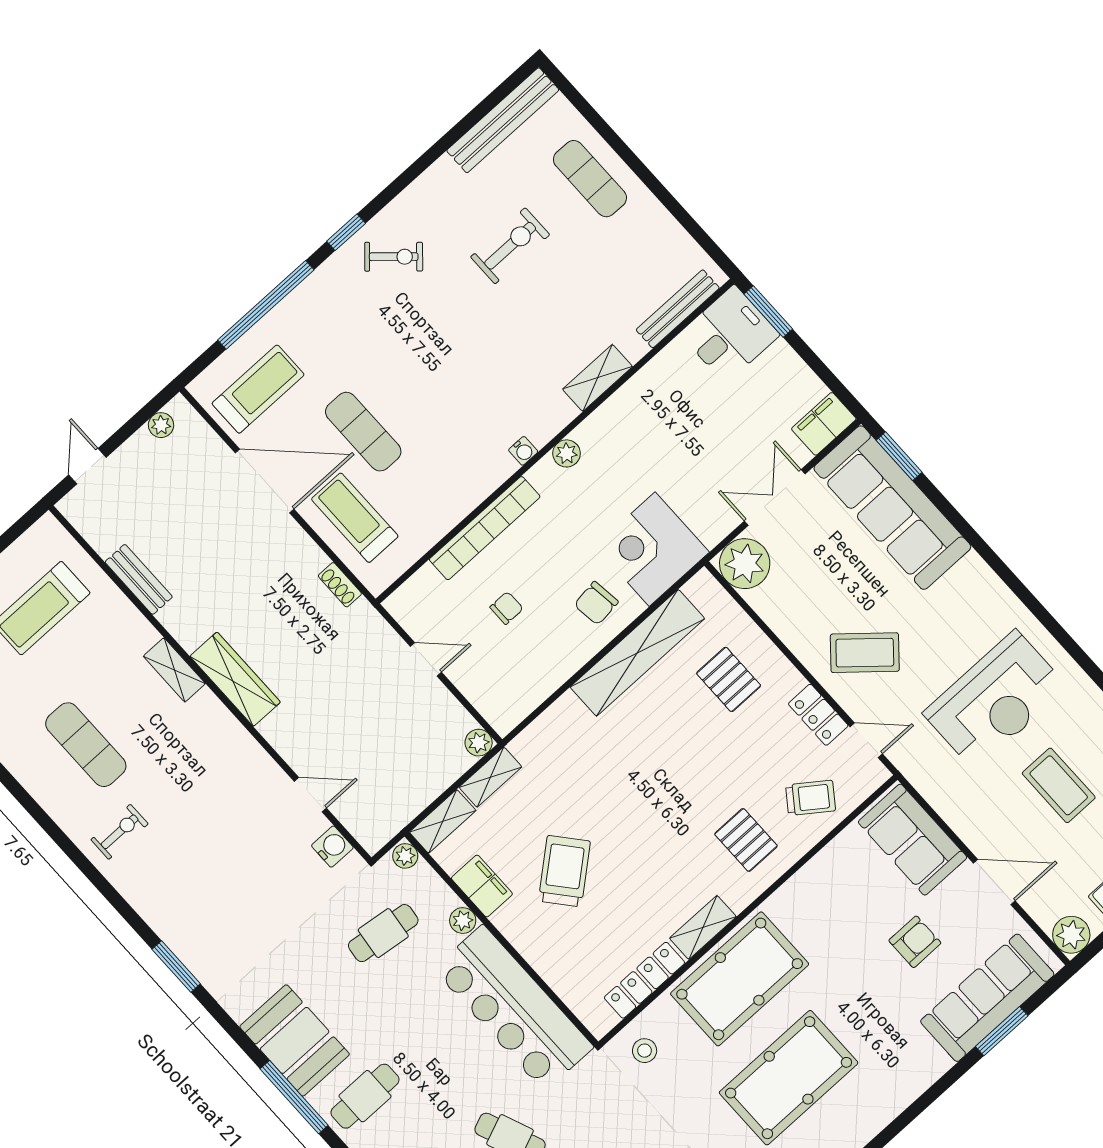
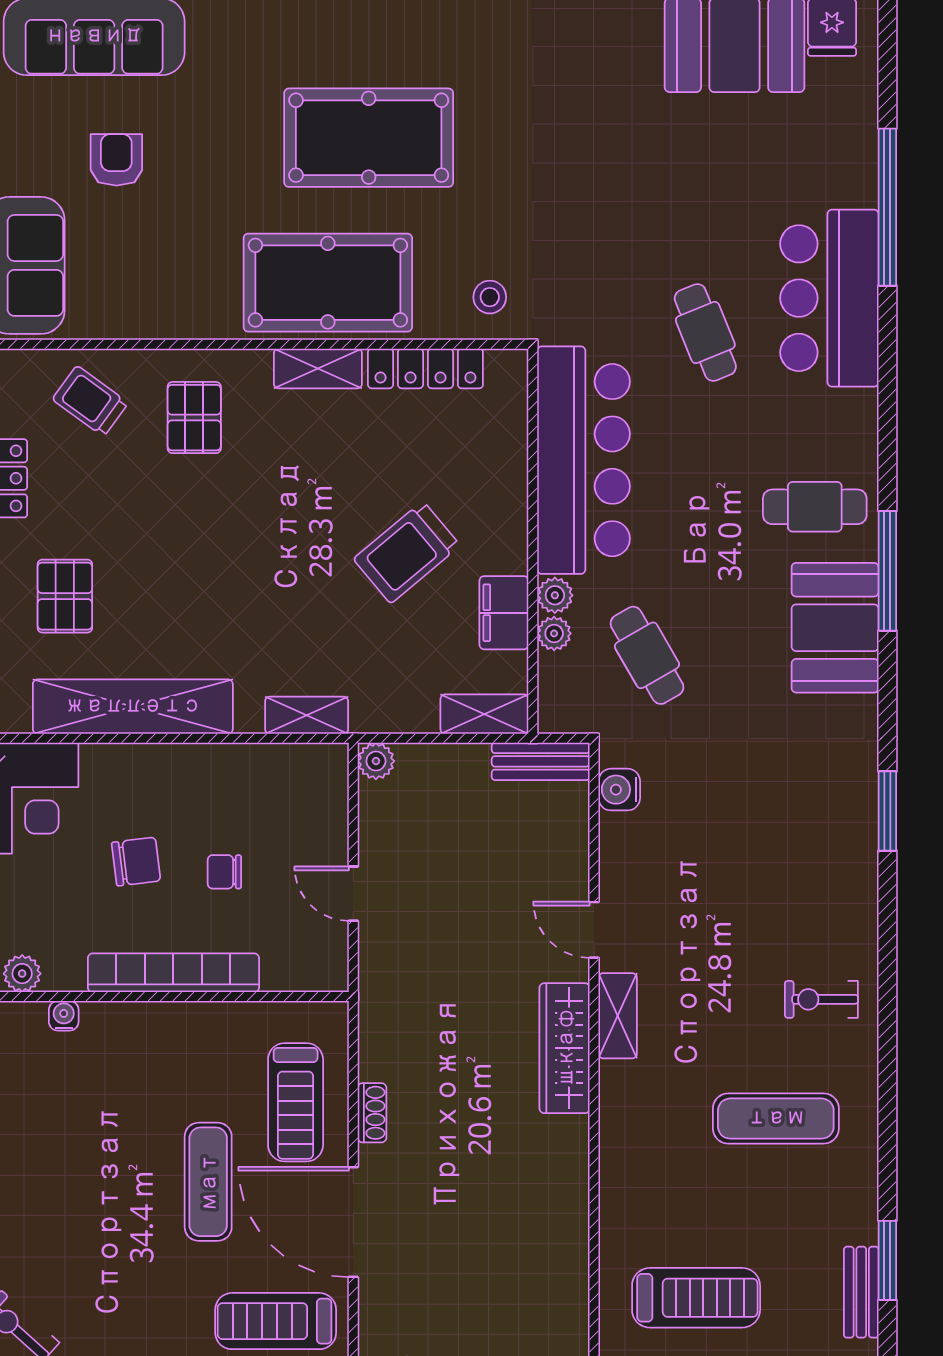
bench: (139, 579) -> (541, 761), moved, turned 90
shoe rack: (340, 585) -> (372, 1113), moved
chair: (596, 603) -> (136, 862), moved
shelving: (174, 670) -> (618, 1016), moved
exercise mat: (86, 745) -> (776, 1119), turned 90
shelving: (490, 777) -> (307, 715), moved
door: (310, 795) -> (594, 930), moved
plant: (405, 856) -> (554, 633), moved
cafe table: (383, 933) -> (647, 655), turned 53
armchair: (915, 942) -> (116, 160), turned 90

